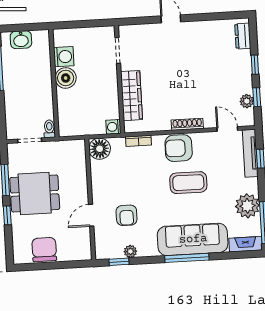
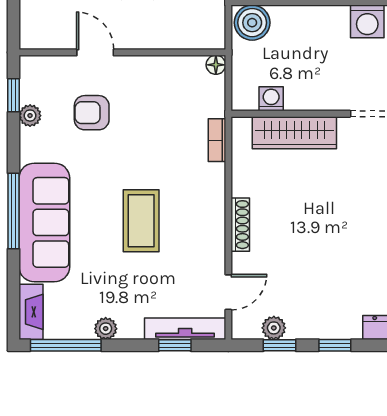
boiler: (66, 78) -> (252, 23), moved
washing machine: (113, 127) -> (271, 99), moved
armchair: (179, 148) -> (201, 208), removed
floor lamp: (100, 149) -> (216, 65), width x0.53, depth x0.53
plant: (247, 206) -> (106, 329), width x0.53, depth x0.53

